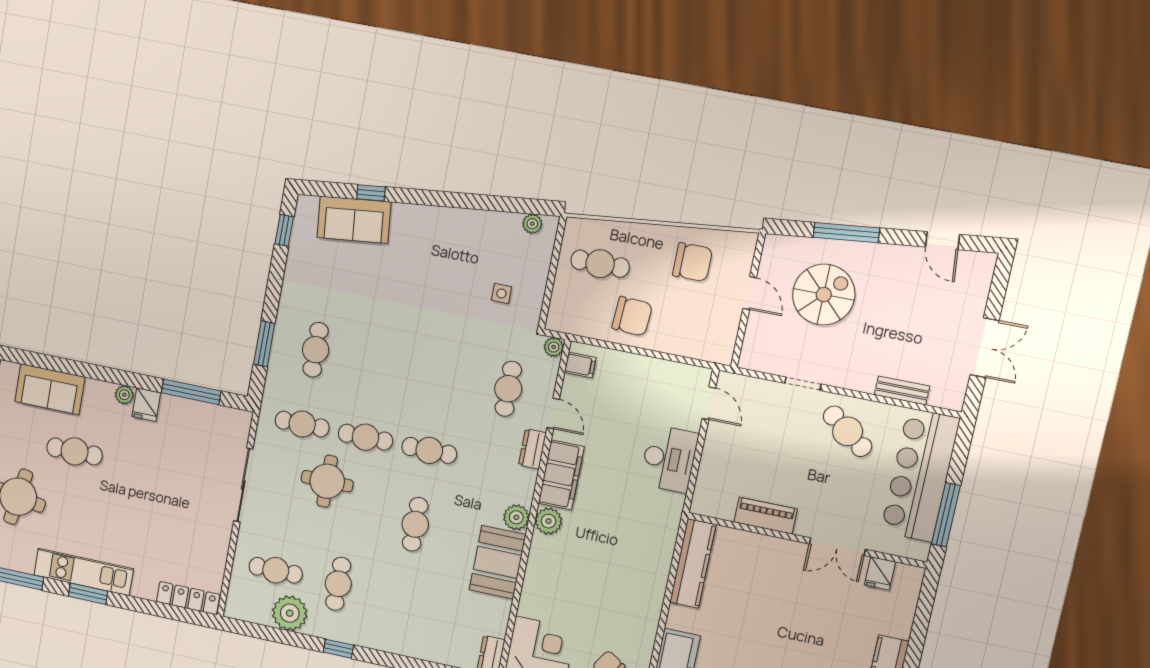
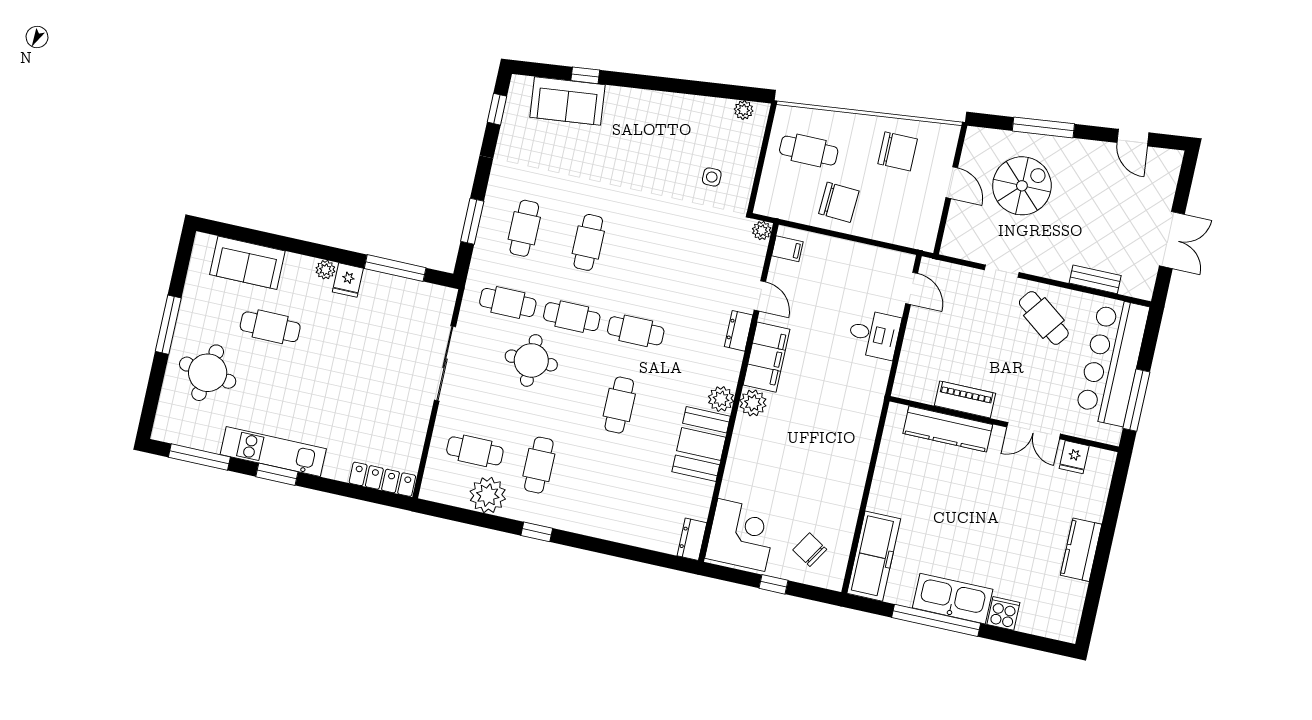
cafe table: (508, 389) -> (588, 242), moved
desk: (669, 459) -> (874, 334), width x0.73
kitchen counter: (693, 563) -> (948, 429), moved, turned 90

